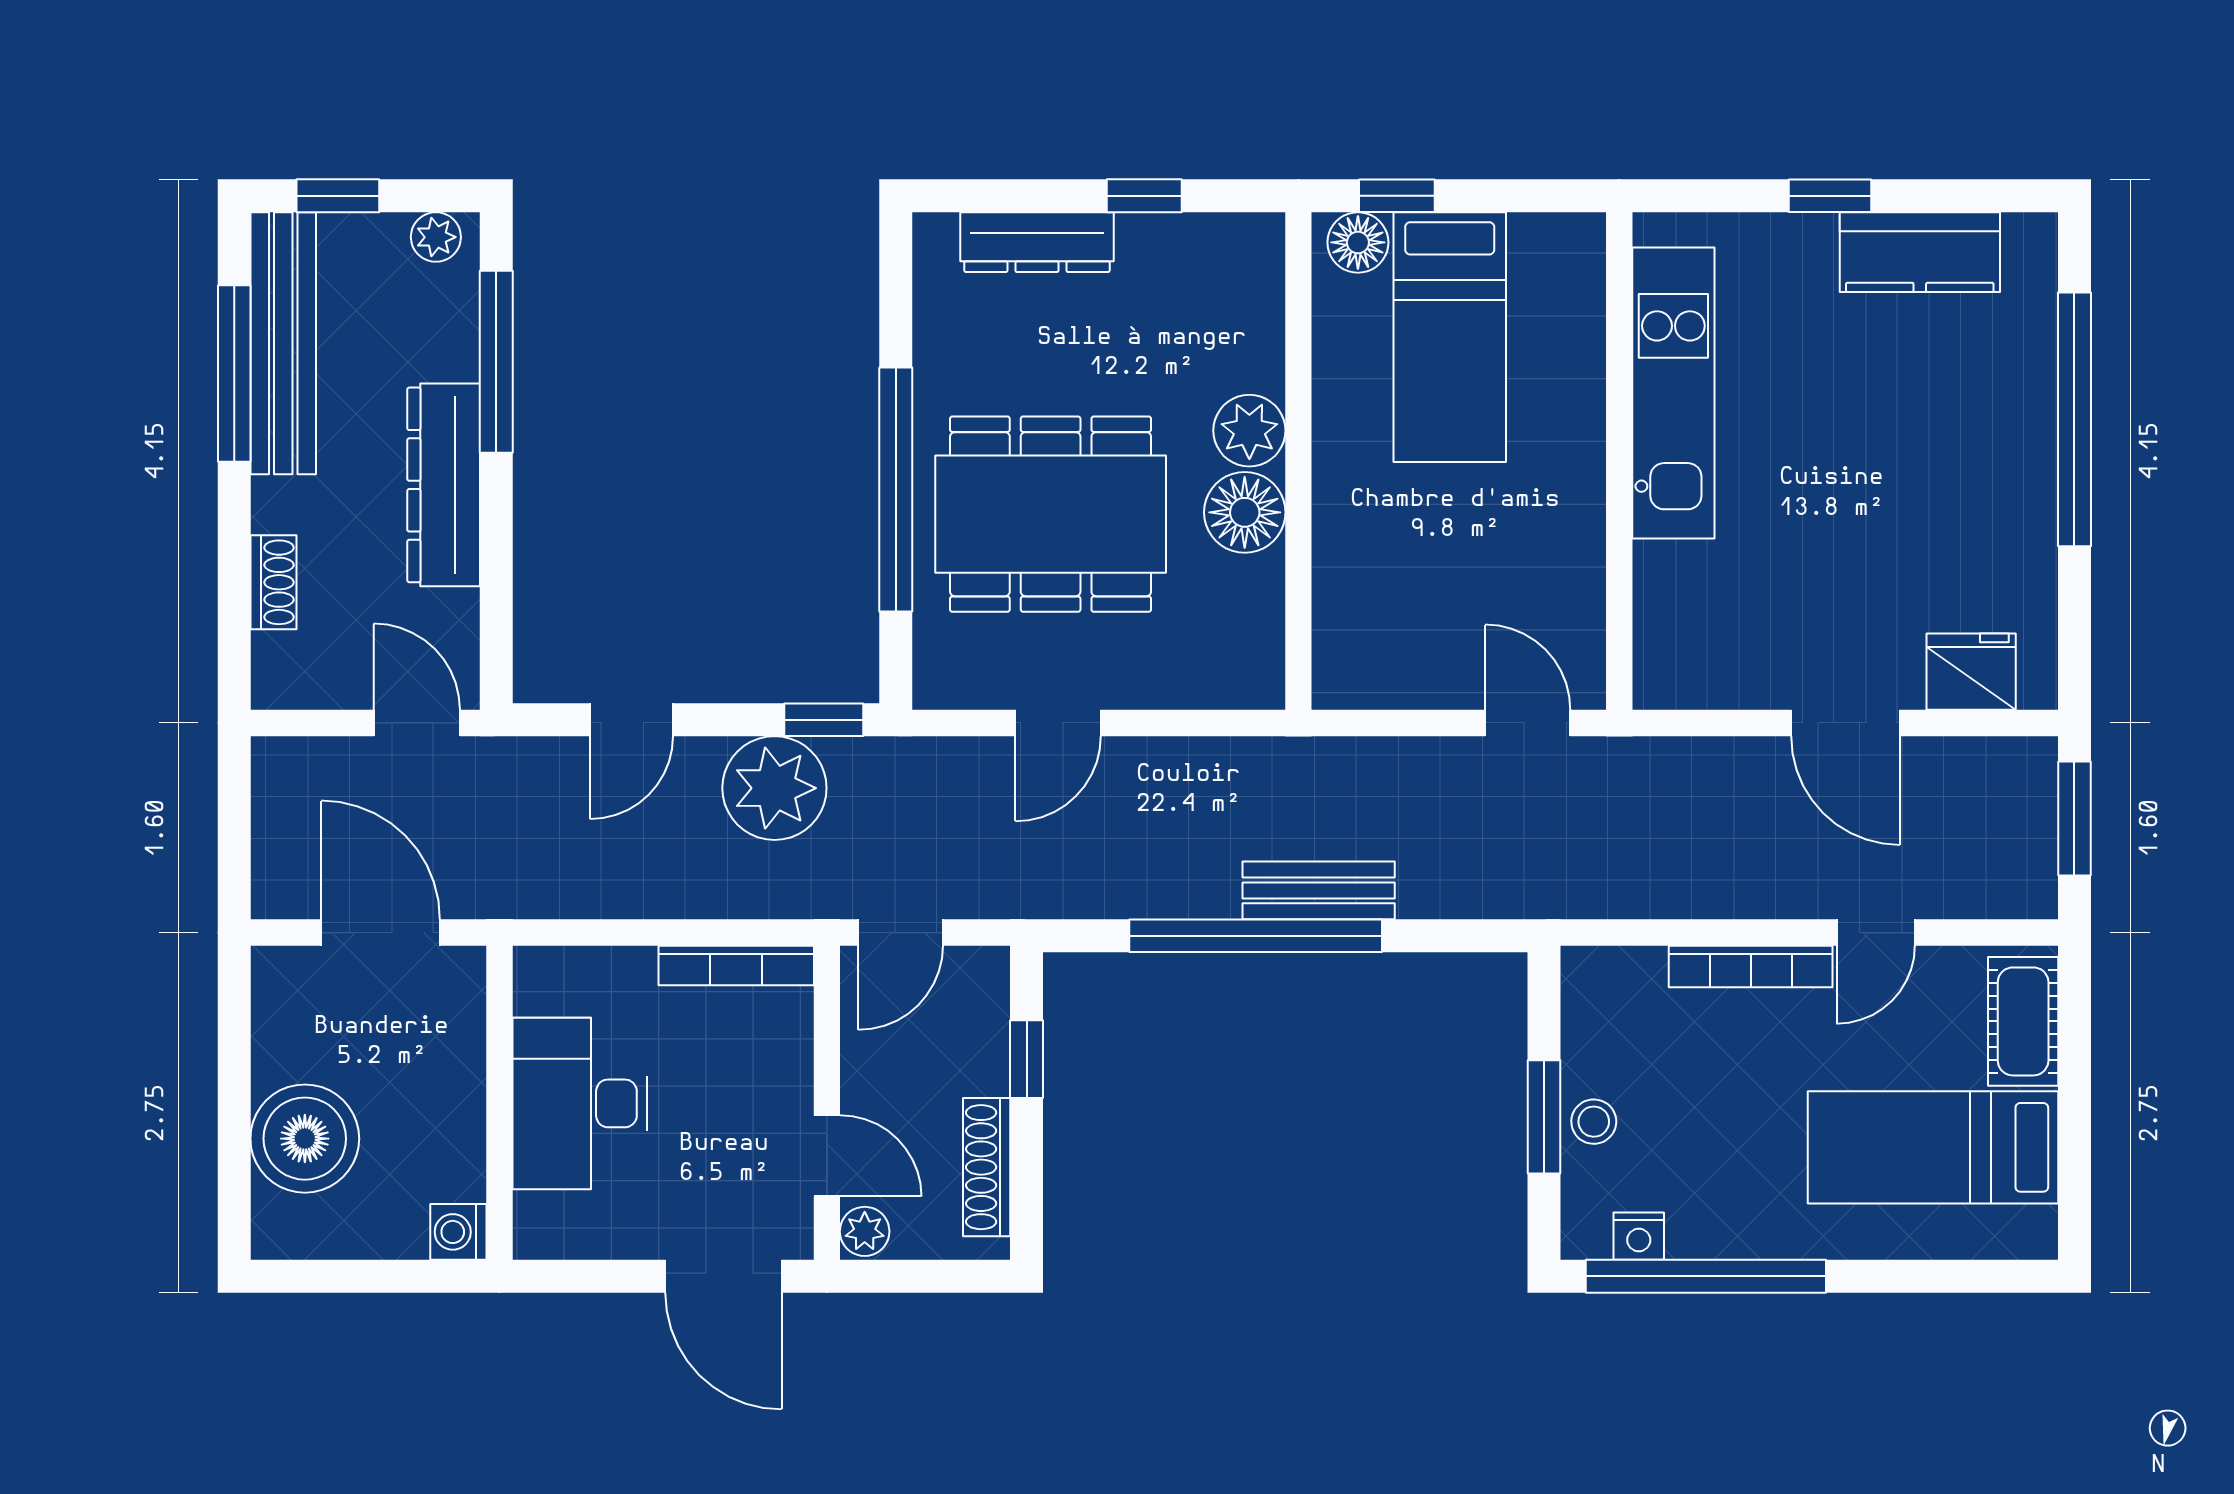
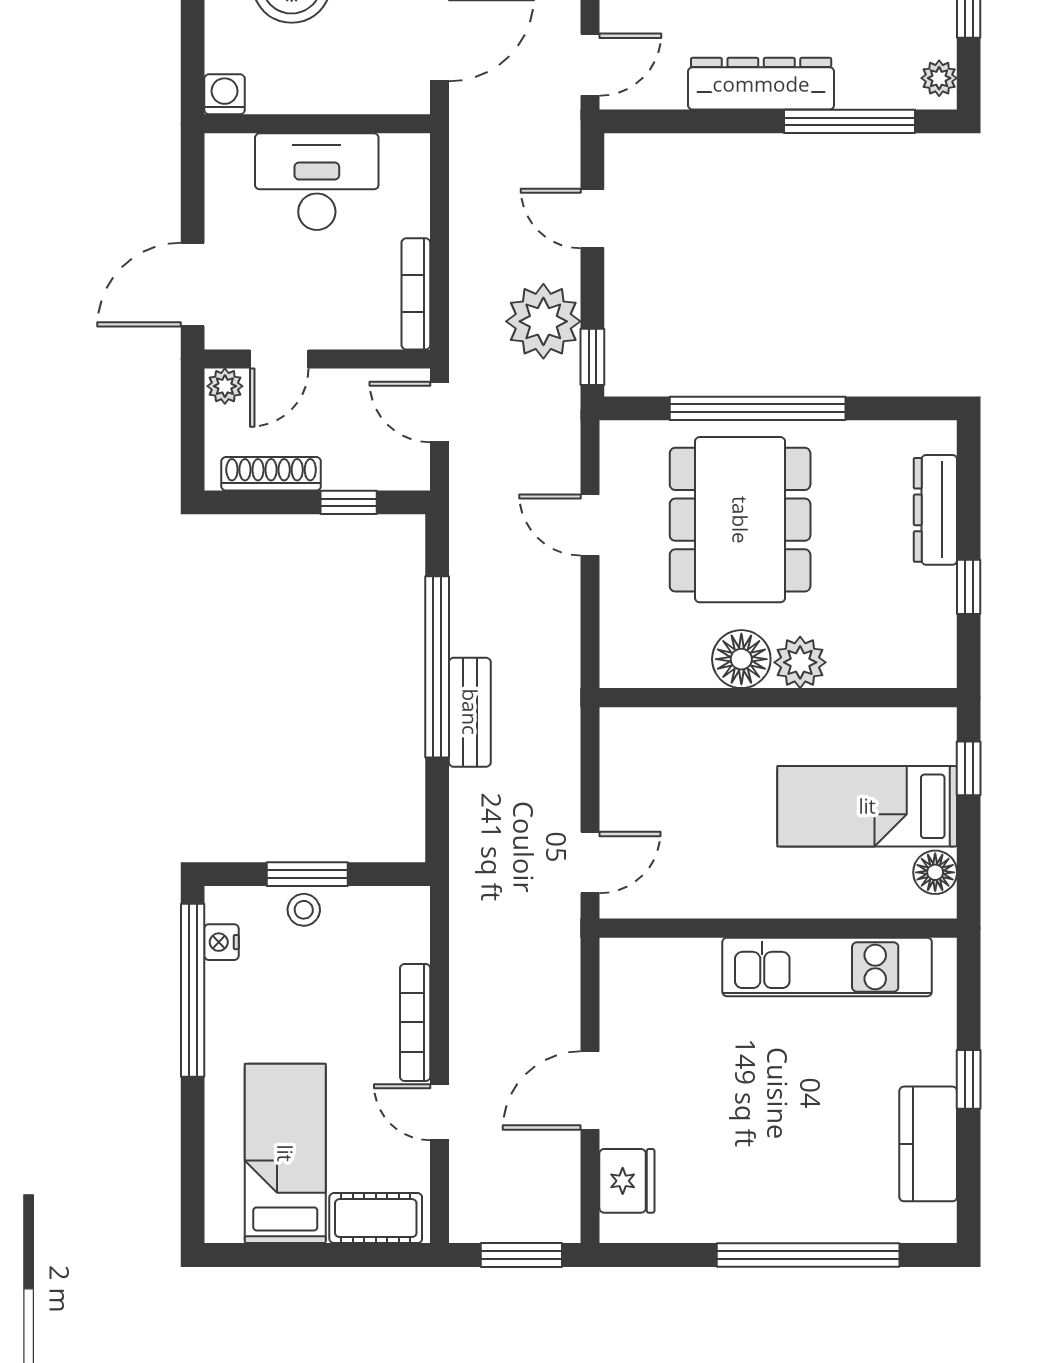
floor lamp: (1358, 242) -> (935, 872), moved

